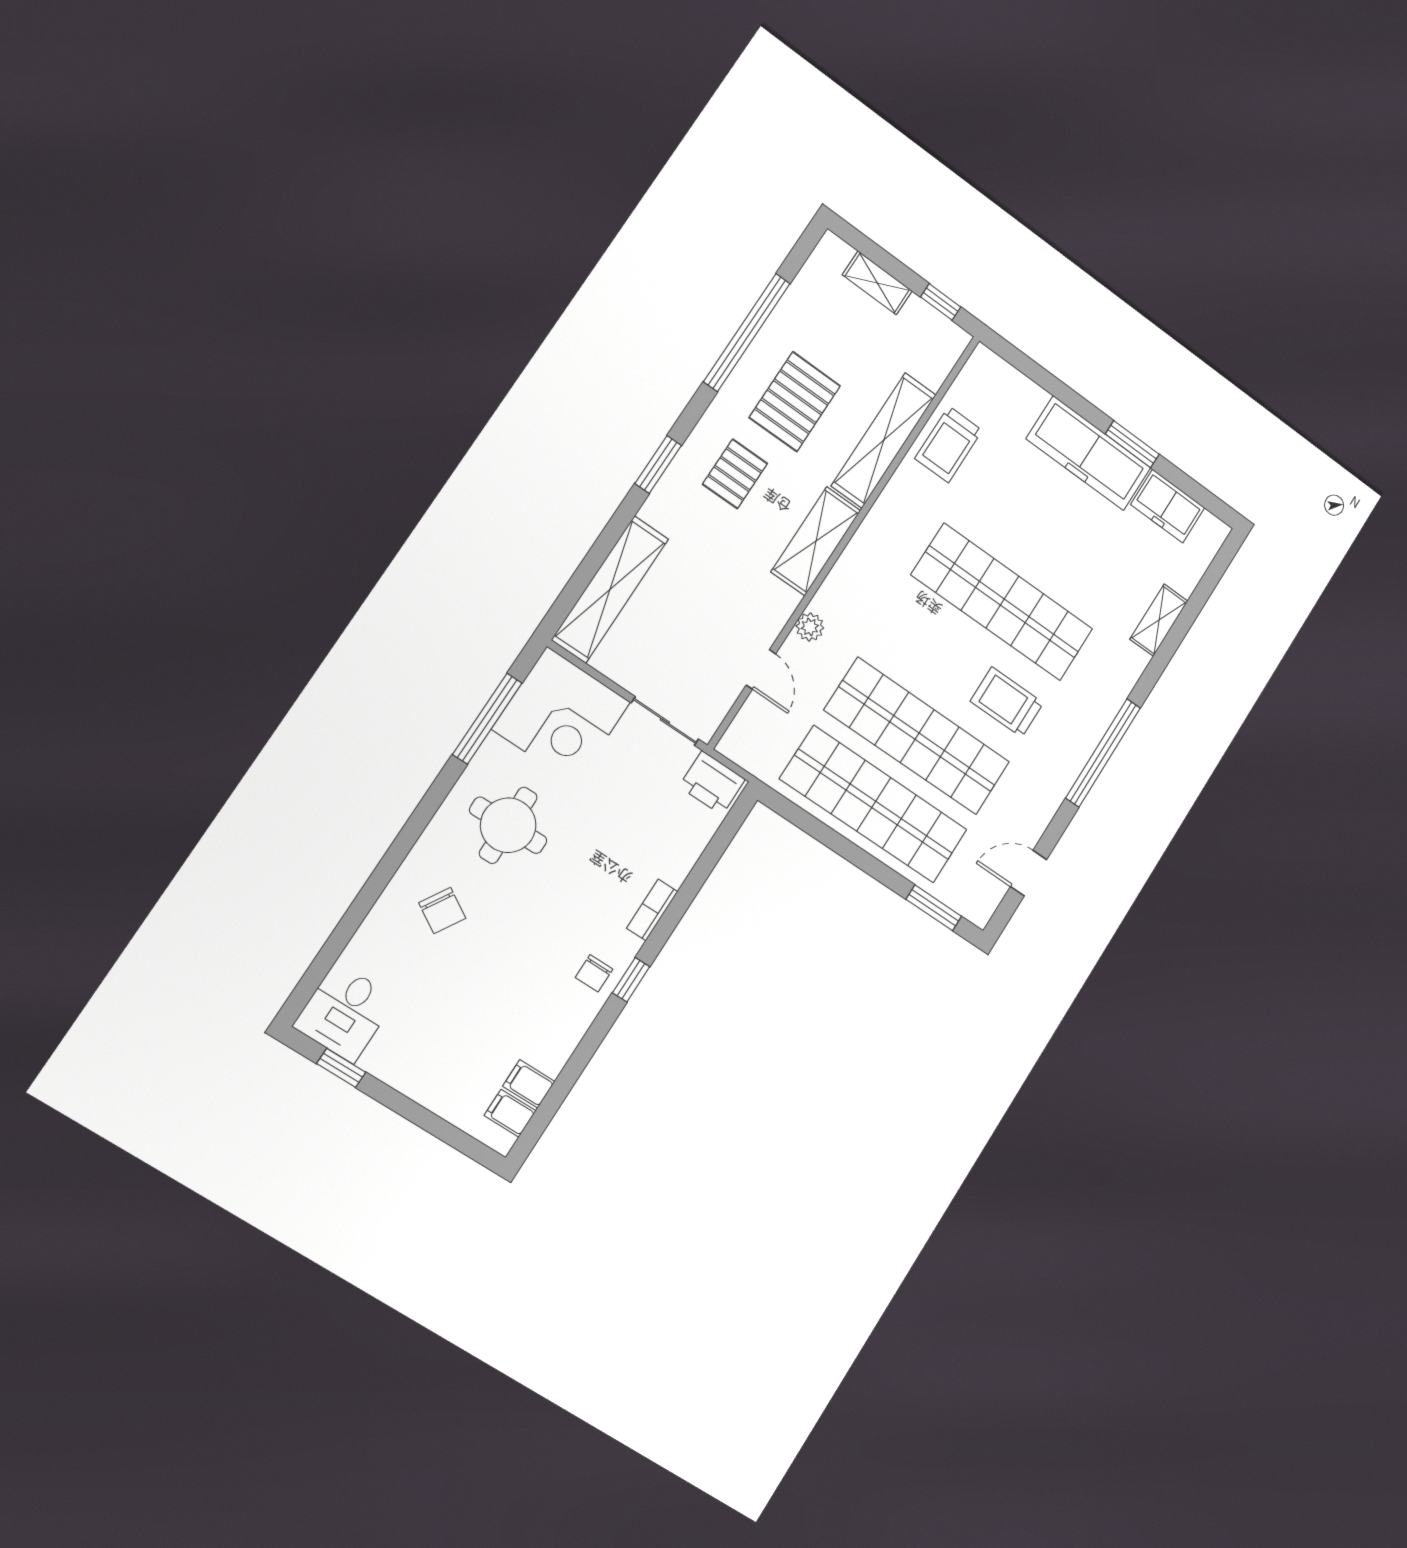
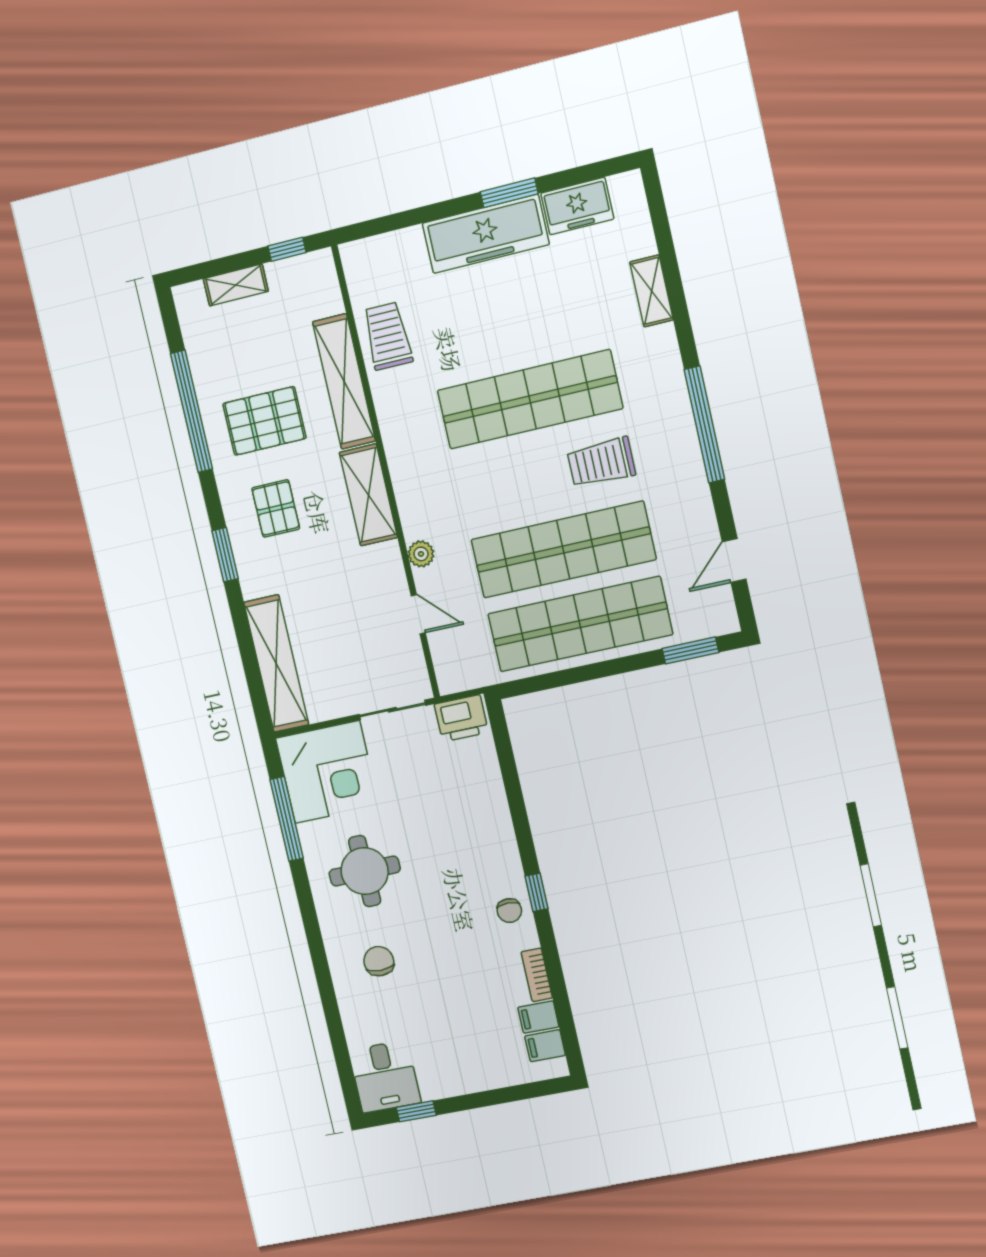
pallet: (795, 402) -> (264, 421), turned 90
trolley: (949, 444) -> (388, 336), turned 180
bookcase: (652, 910) -> (537, 975), moved
chair: (442, 911) -> (379, 961), turned -121

